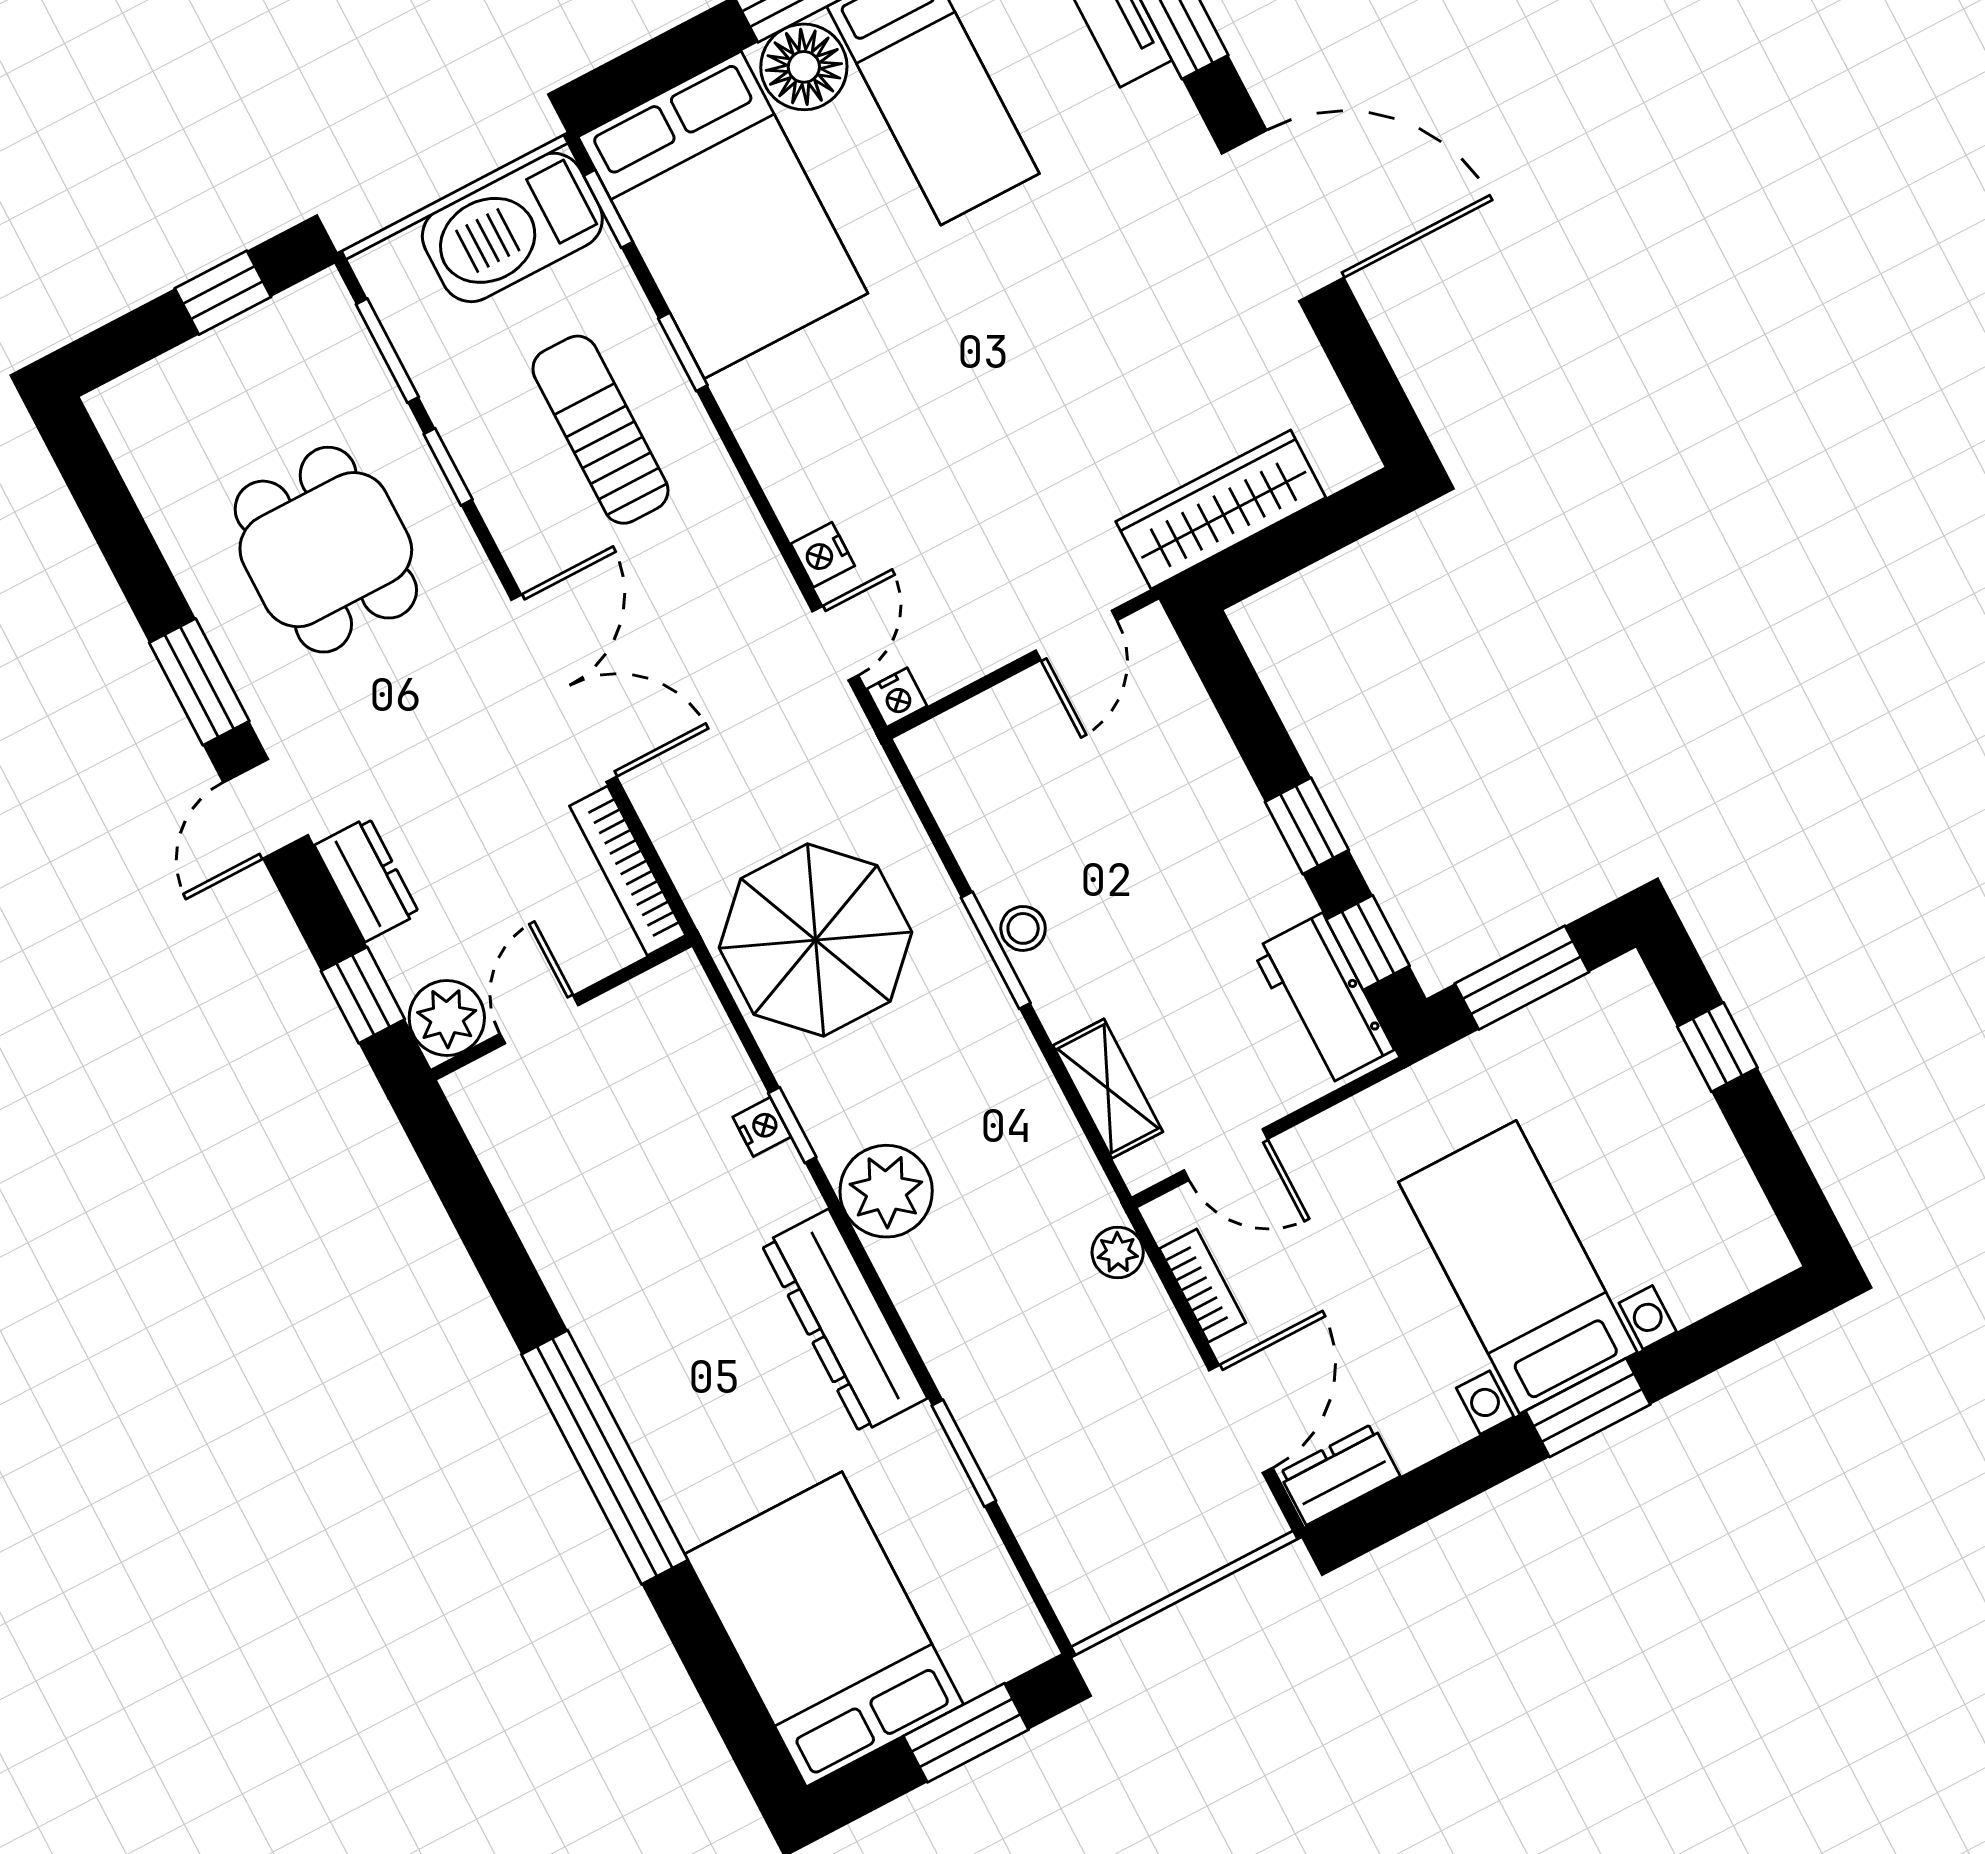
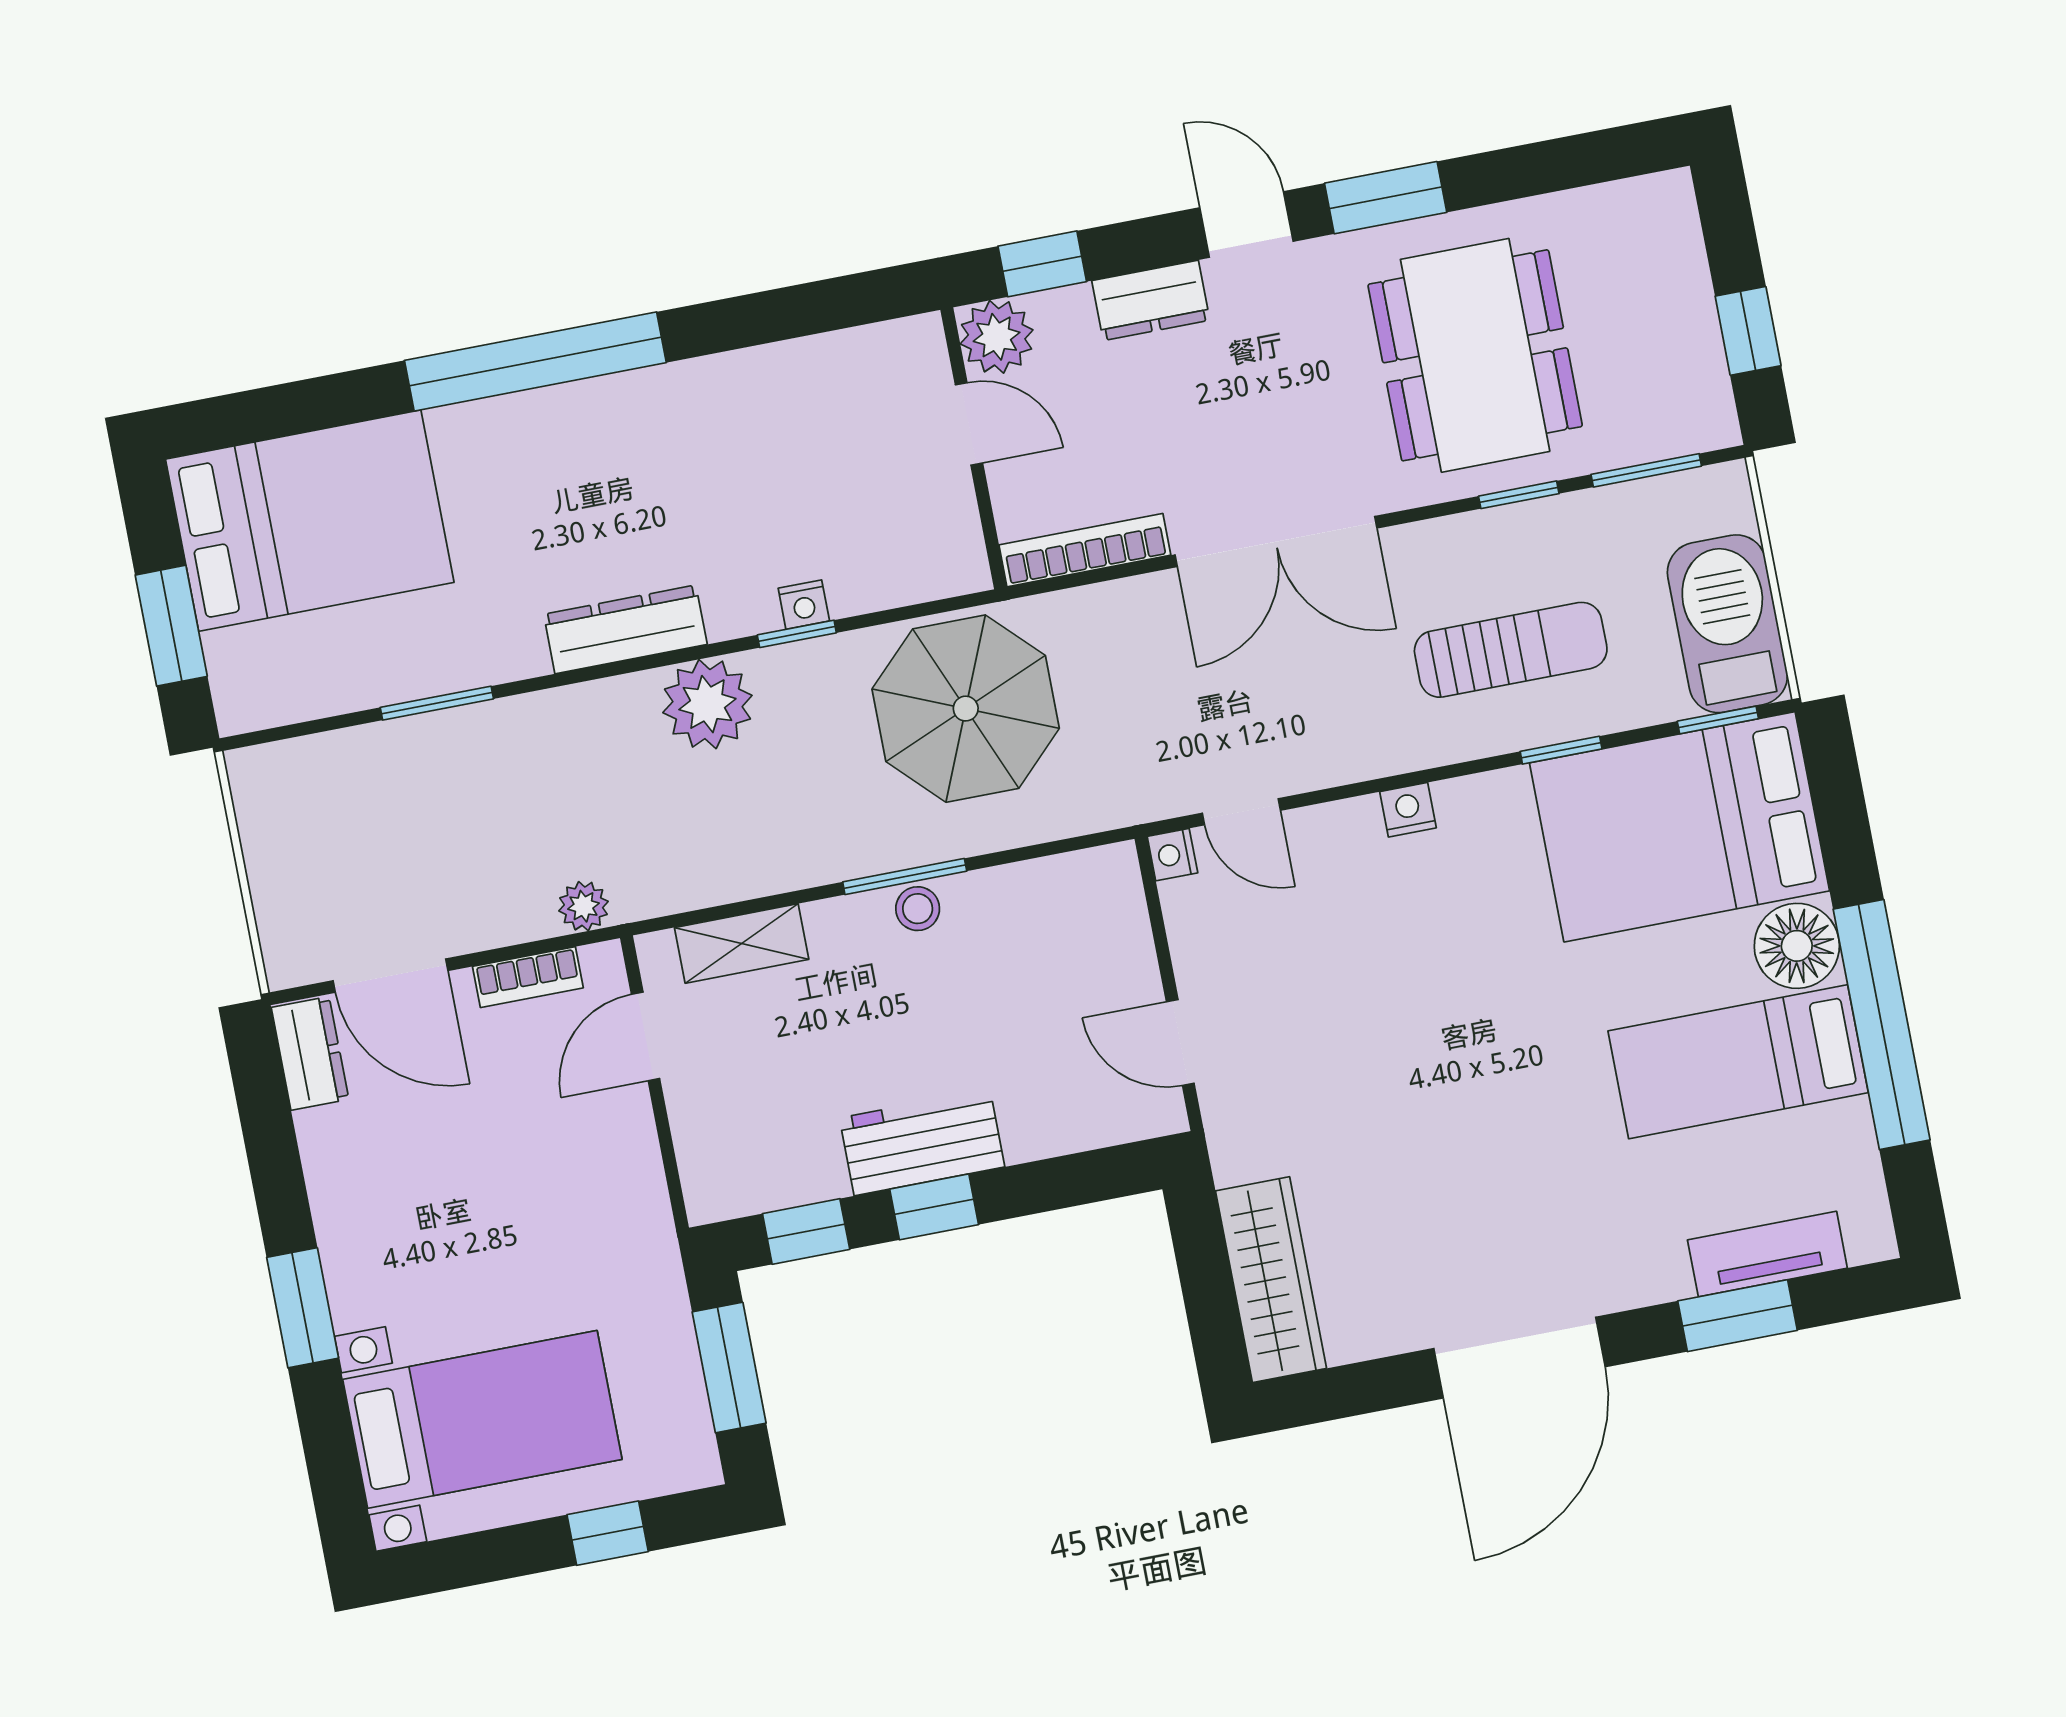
wardrobe: (1221, 510) -> (1271, 1280), moved
dining table: (326, 550) -> (1475, 355), width x1.38
nightstand: (823, 555) -> (1408, 810), moved
workbench: (1323, 1000) -> (922, 1142), moved
bed with nightstands: (1518, 1267) -> (482, 1419), moved
dresser: (844, 1321) -> (625, 629), width x0.73, depth x0.80

